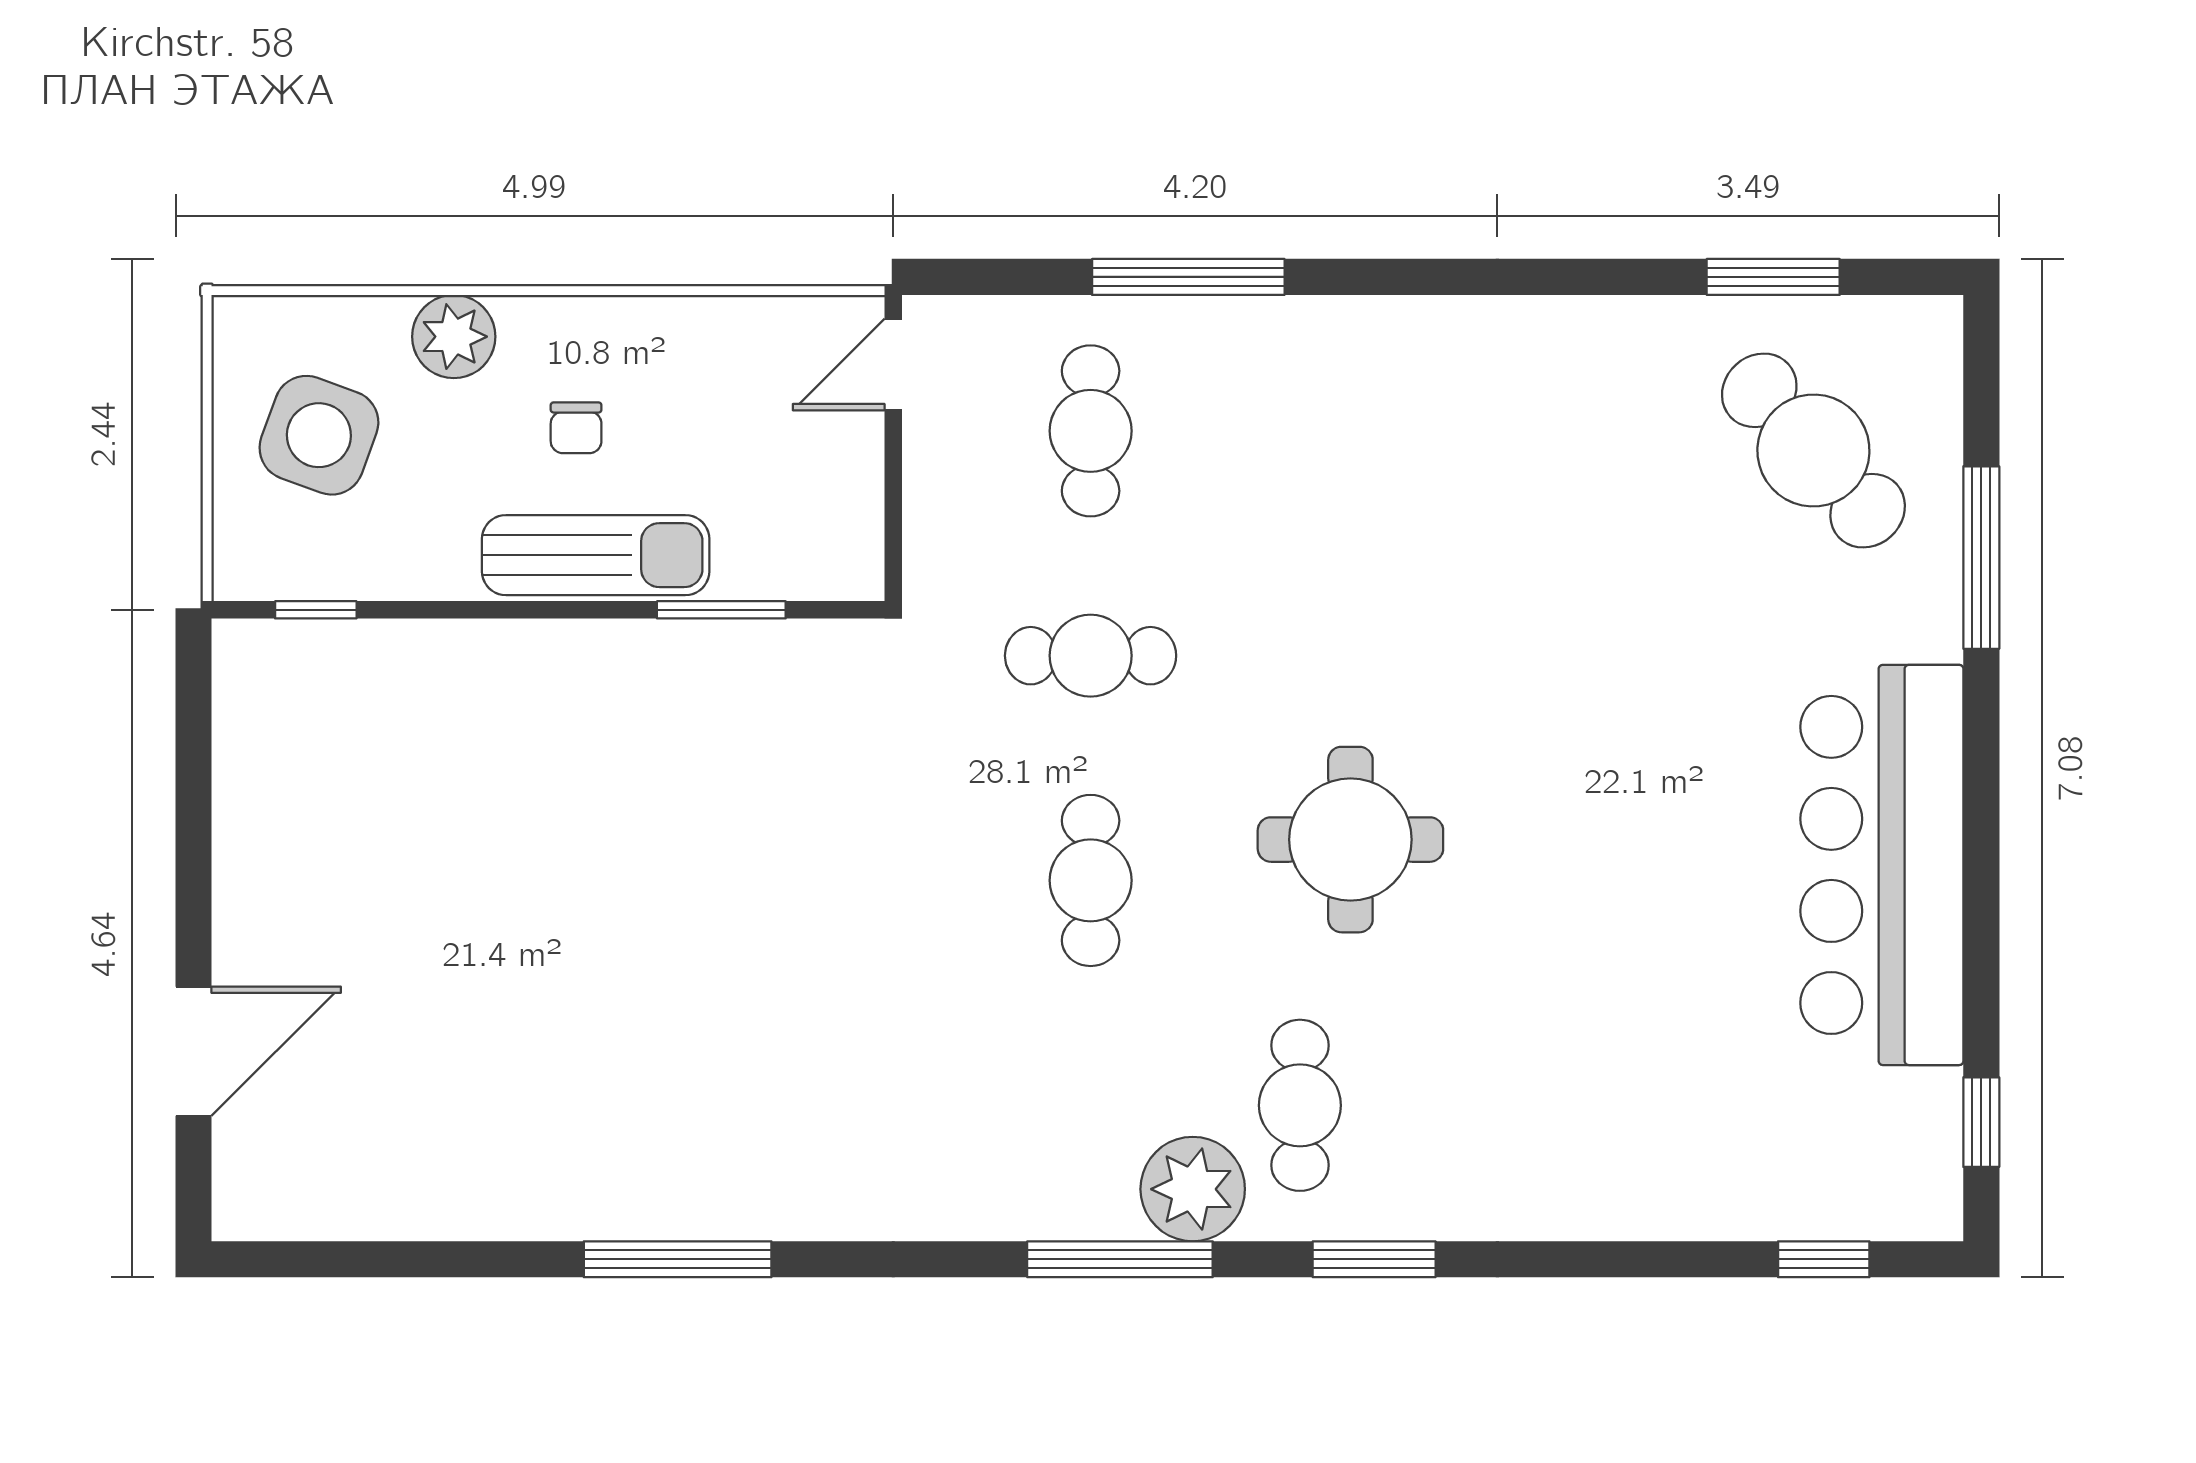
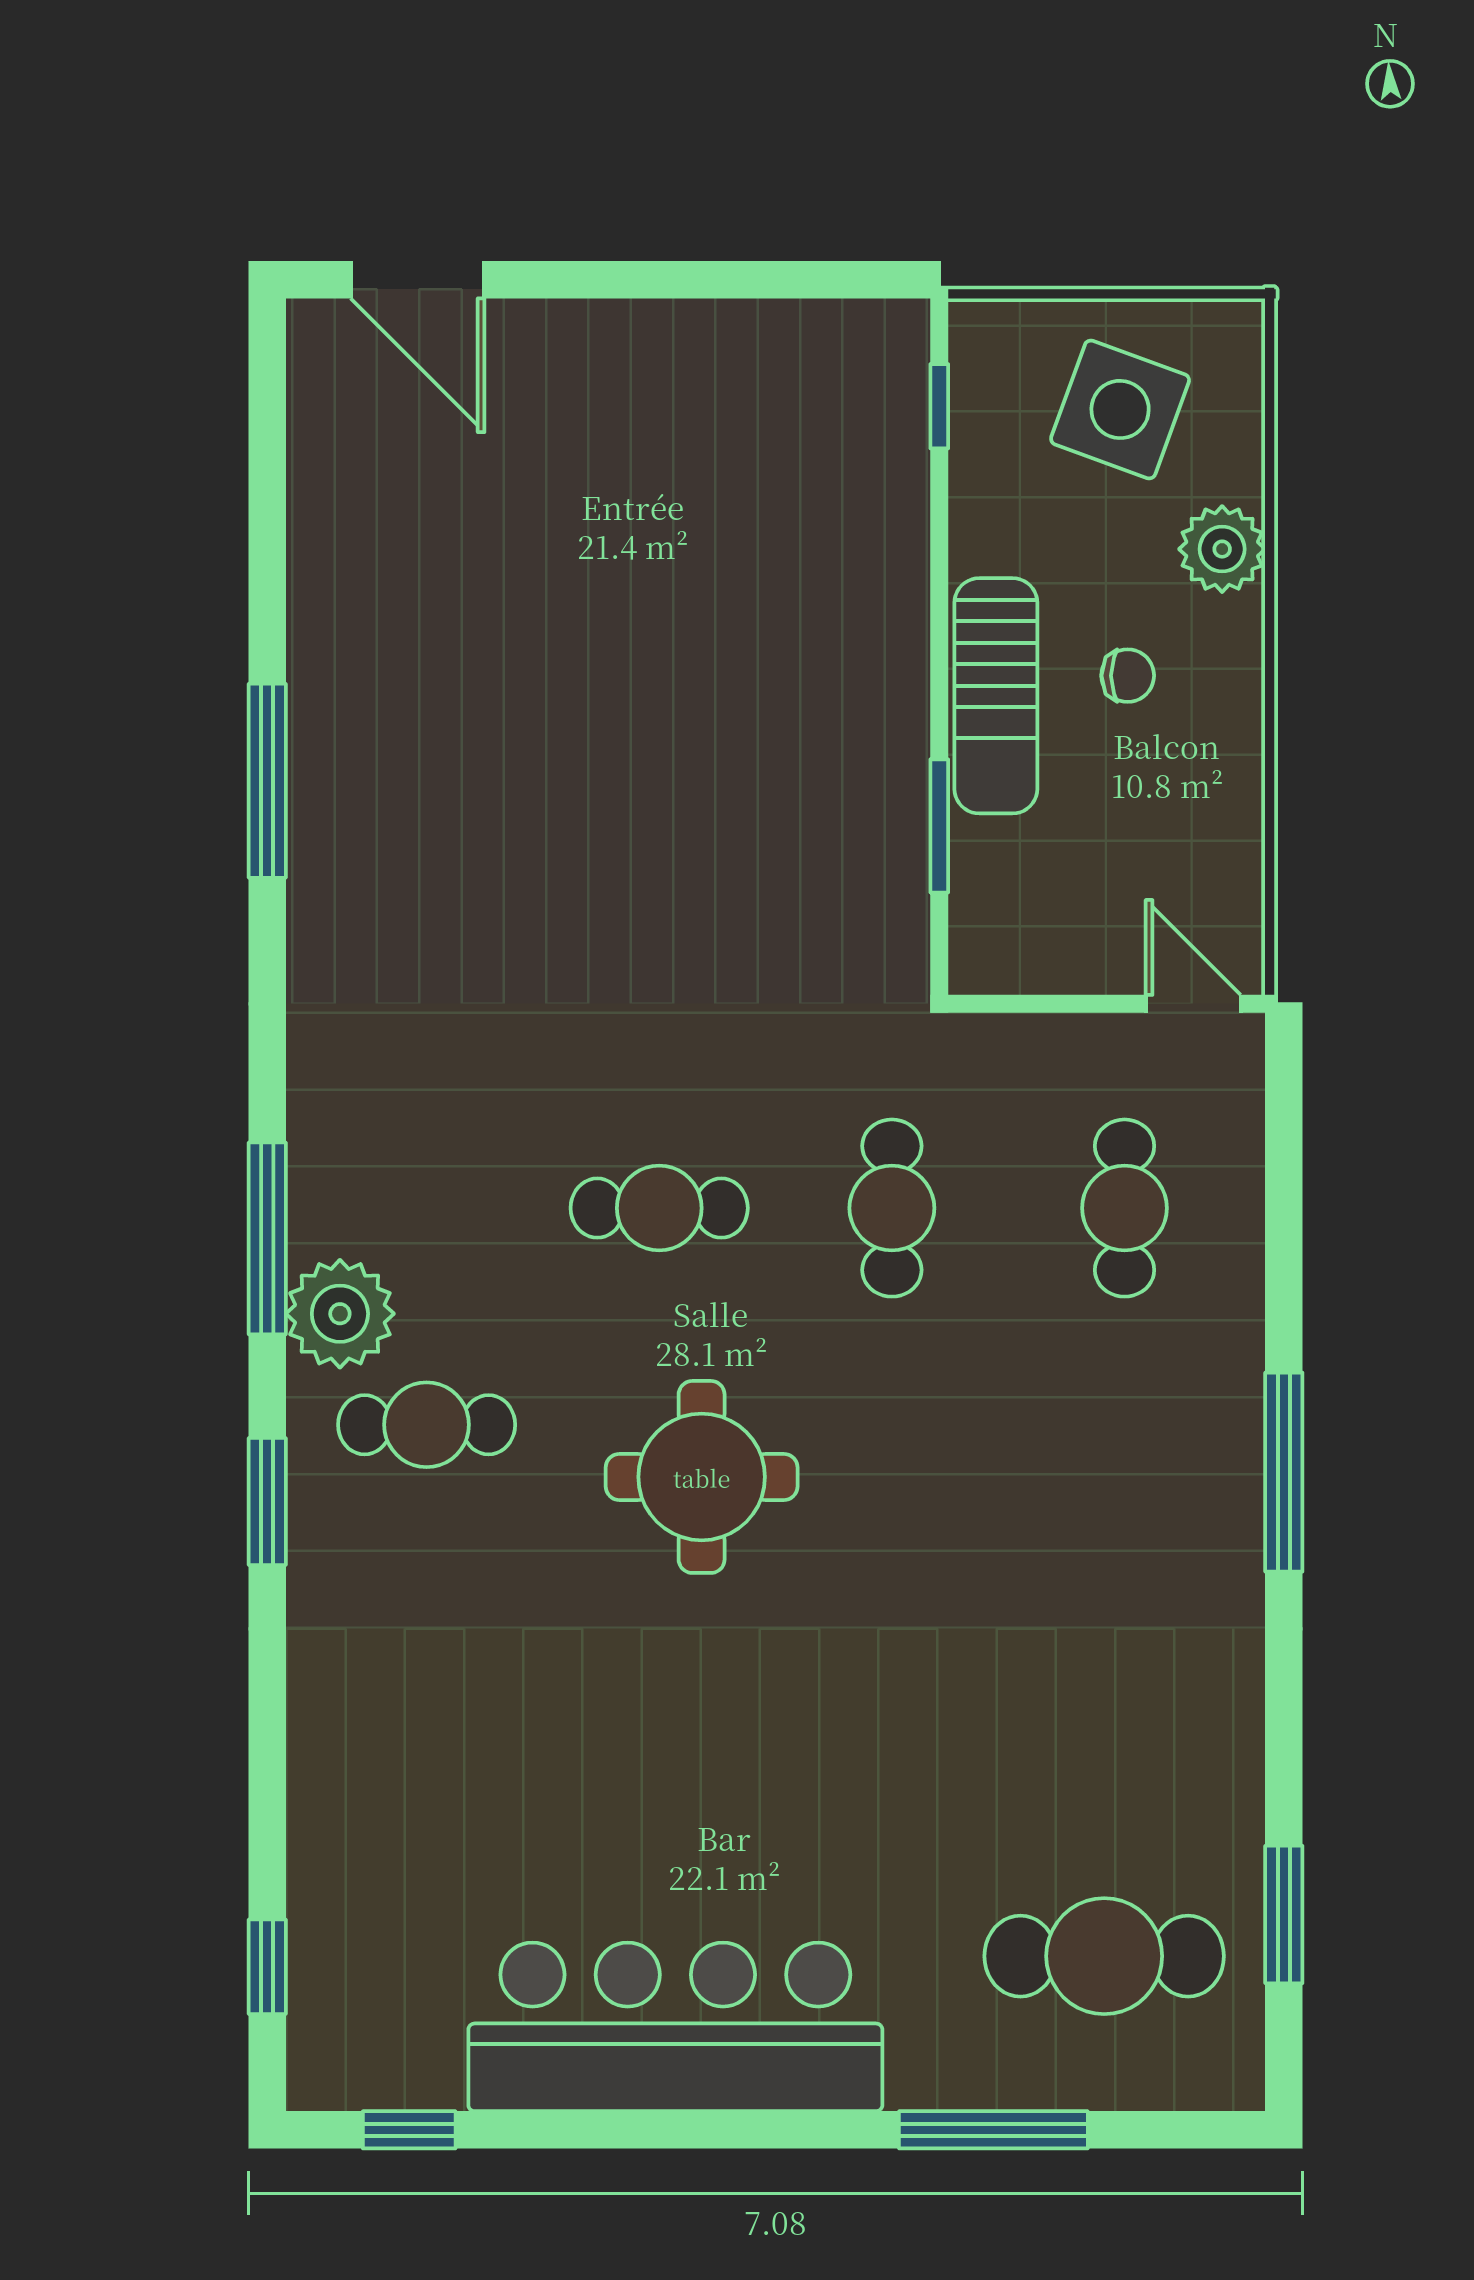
window: (1188, 277) -> (1284, 1472), moved
chair: (576, 428) -> (1128, 676), turned 180
cafe table: (1091, 431) -> (1125, 1208), turned 90
cafe table: (1813, 451) -> (1104, 1956), turned 42
door: (193, 1051) -> (417, 280), moved

